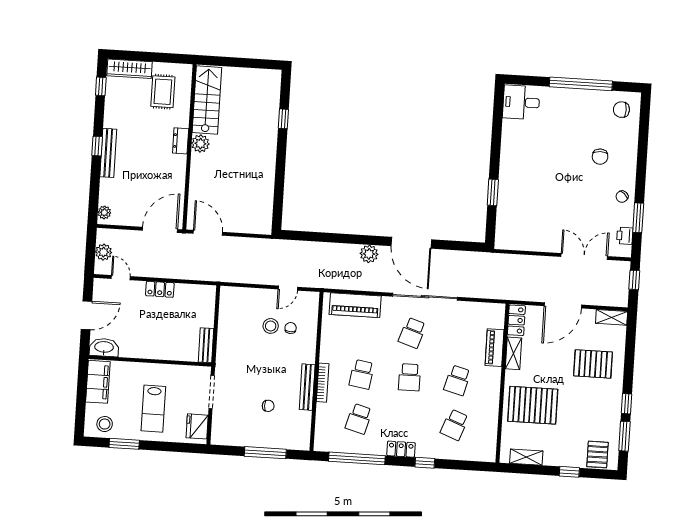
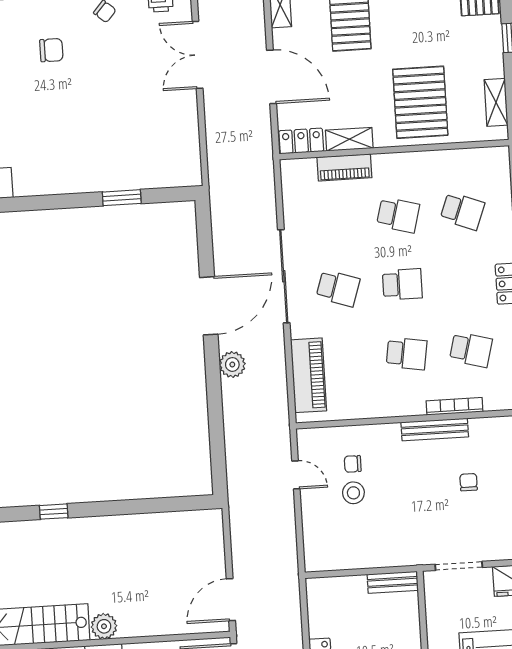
bookcase: (323, 383) -> (454, 406), moved

